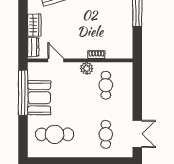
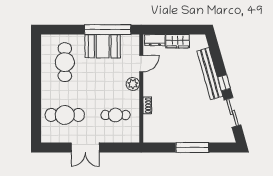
plant: (87, 68) -> (133, 84), moved
cafe table: (106, 134) -> (65, 115), width x1.37, depth x1.35
double door: (137, 134) -> (85, 148), moved

